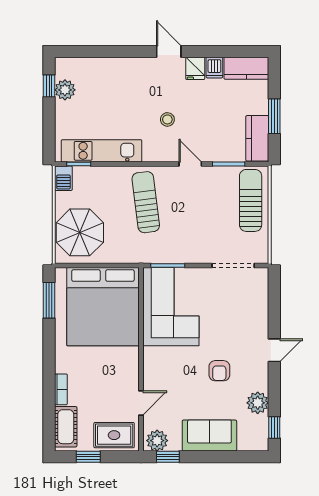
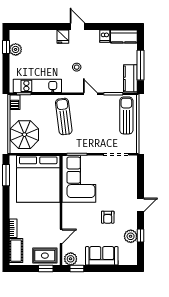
fridge: (195, 68) -> (63, 37), moved
window: (274, 116) -> (141, 65), width x1.44
window: (274, 427) -> (141, 236), moved
window: (88, 457) -> (46, 269), moved

